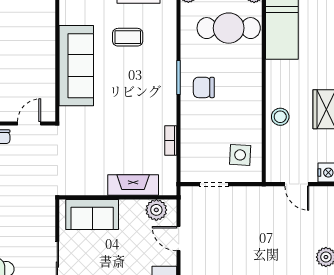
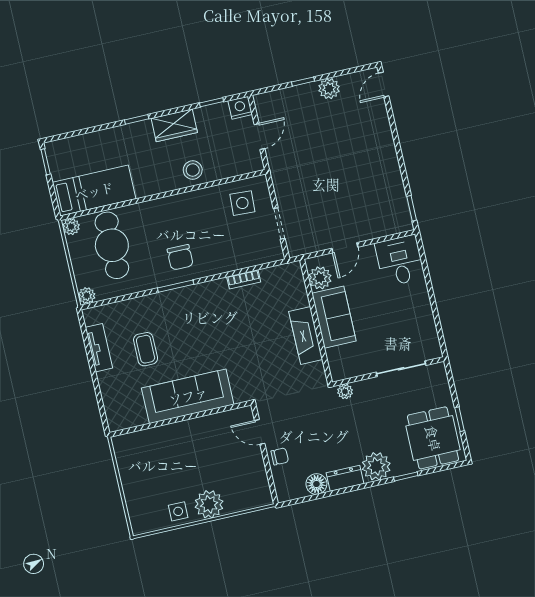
fireplace: (133, 185) -> (306, 335), moved
plant: (48, 209) -> (345, 391), added
sofa: (92, 214) -> (334, 317), moved

